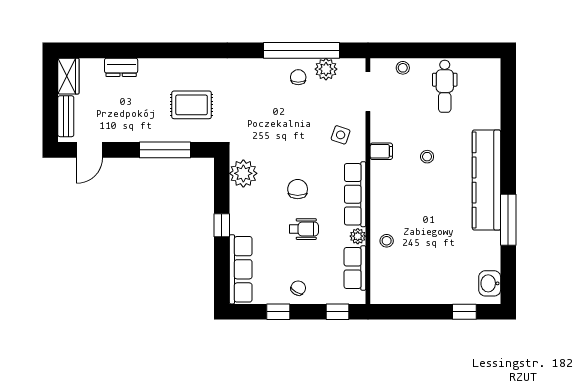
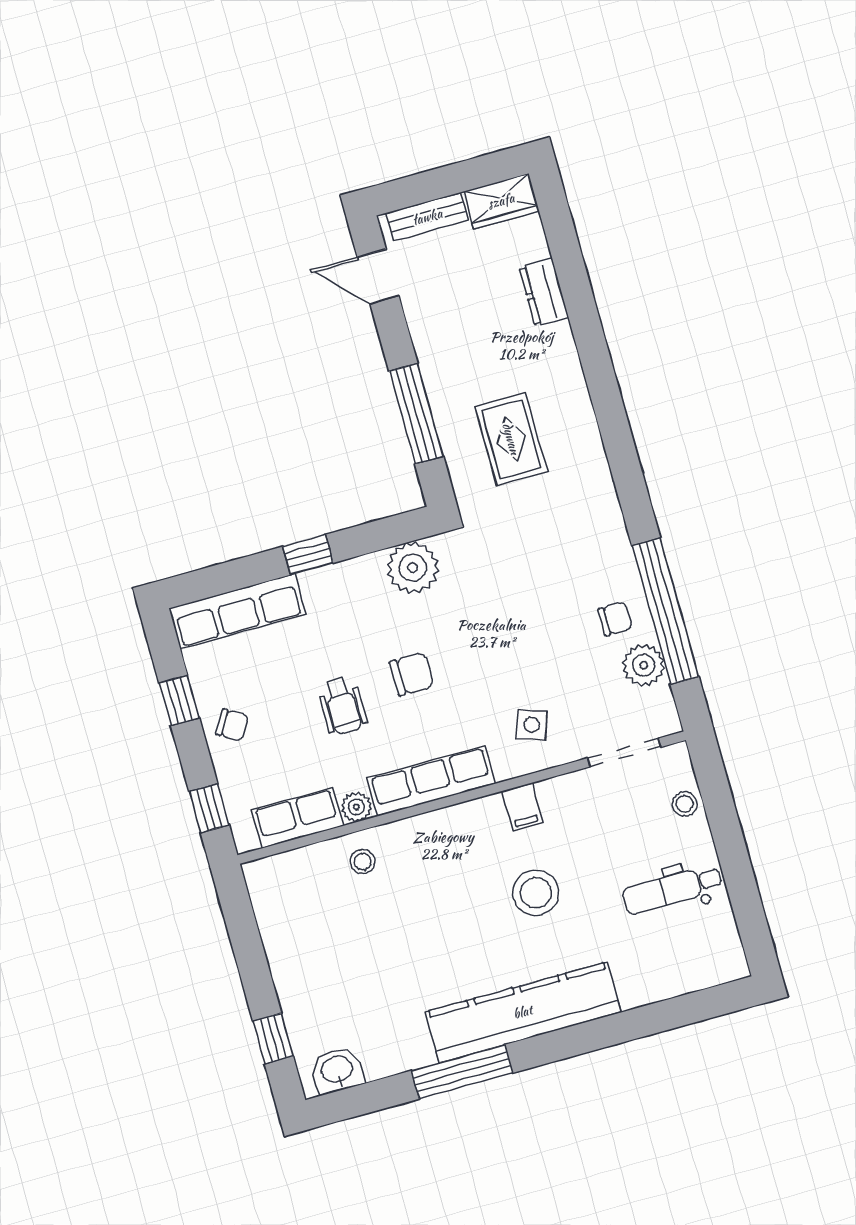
stool: (427, 157) -> (536, 893), width x1.89, depth x1.89

